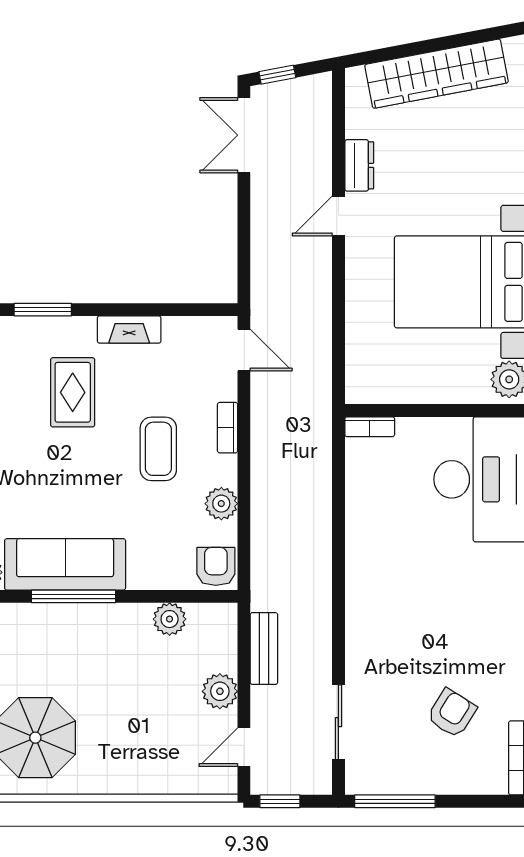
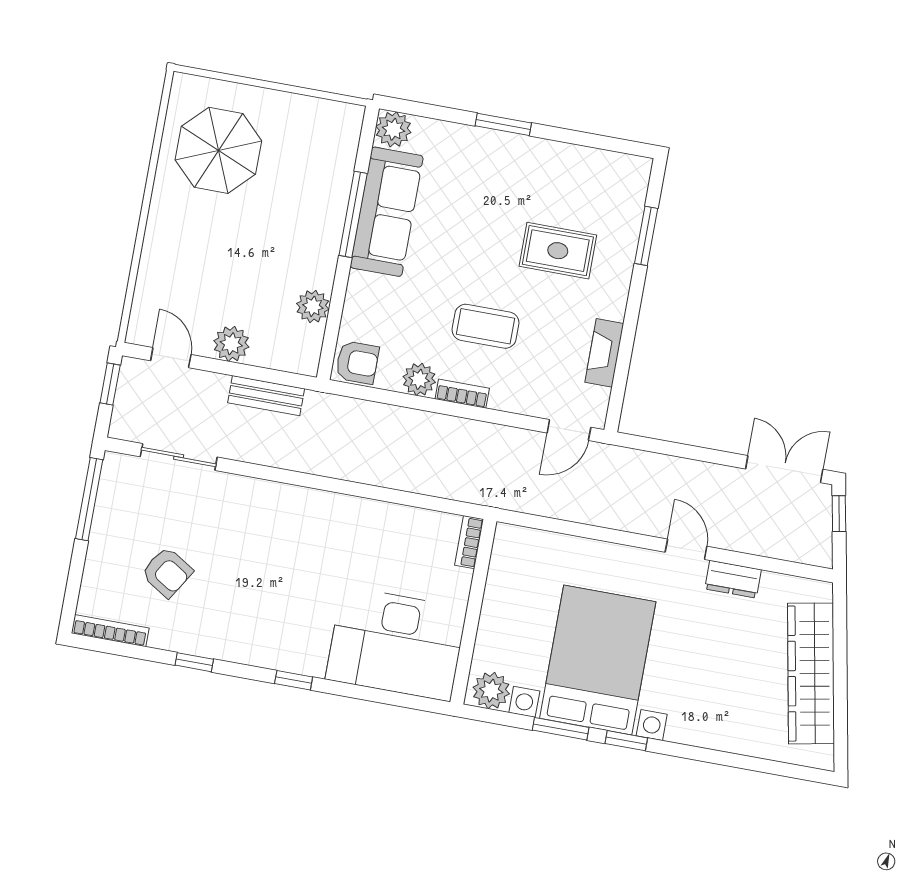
fireplace: (129, 330) -> (604, 353), moved
bookcase: (228, 428) -> (462, 394), moved

